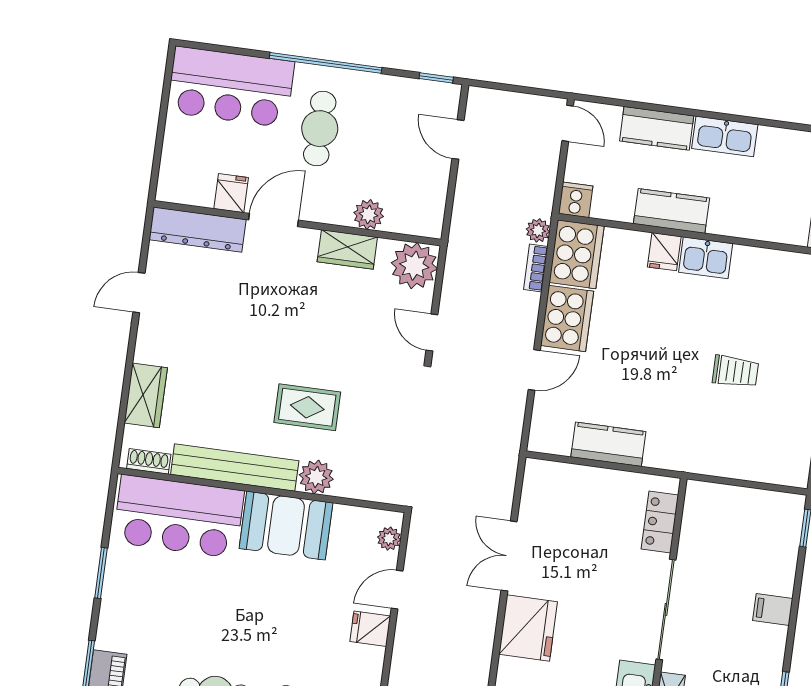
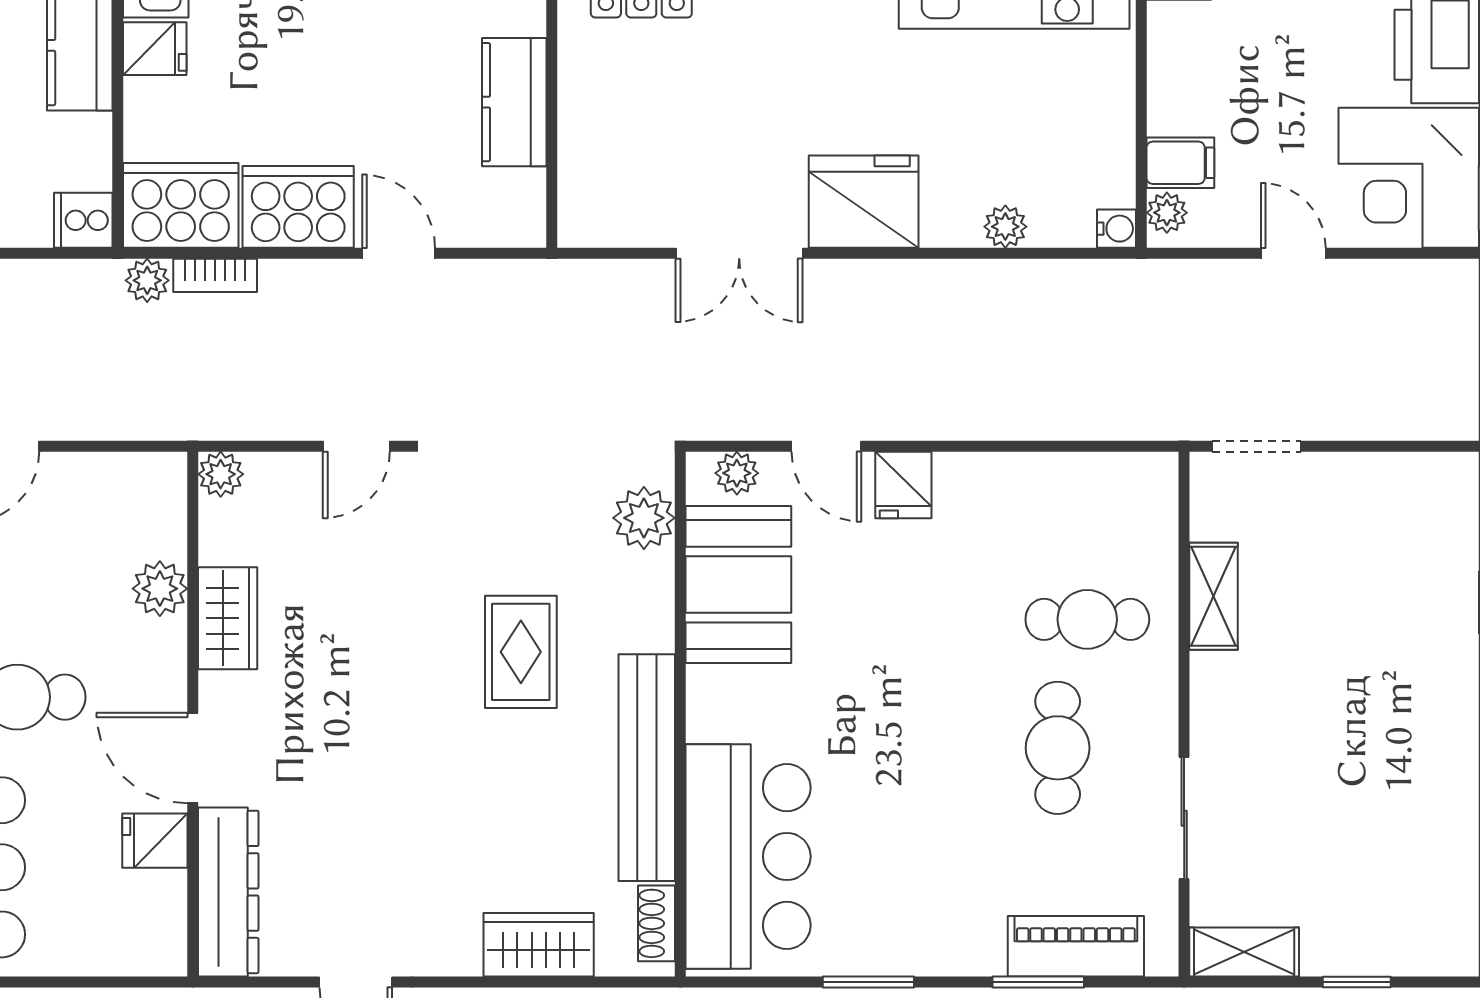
plant: (414, 266) -> (221, 474), width x0.53, depth x0.53
plant: (316, 477) -> (644, 518), moved
booth: (286, 526) -> (738, 585), moved

